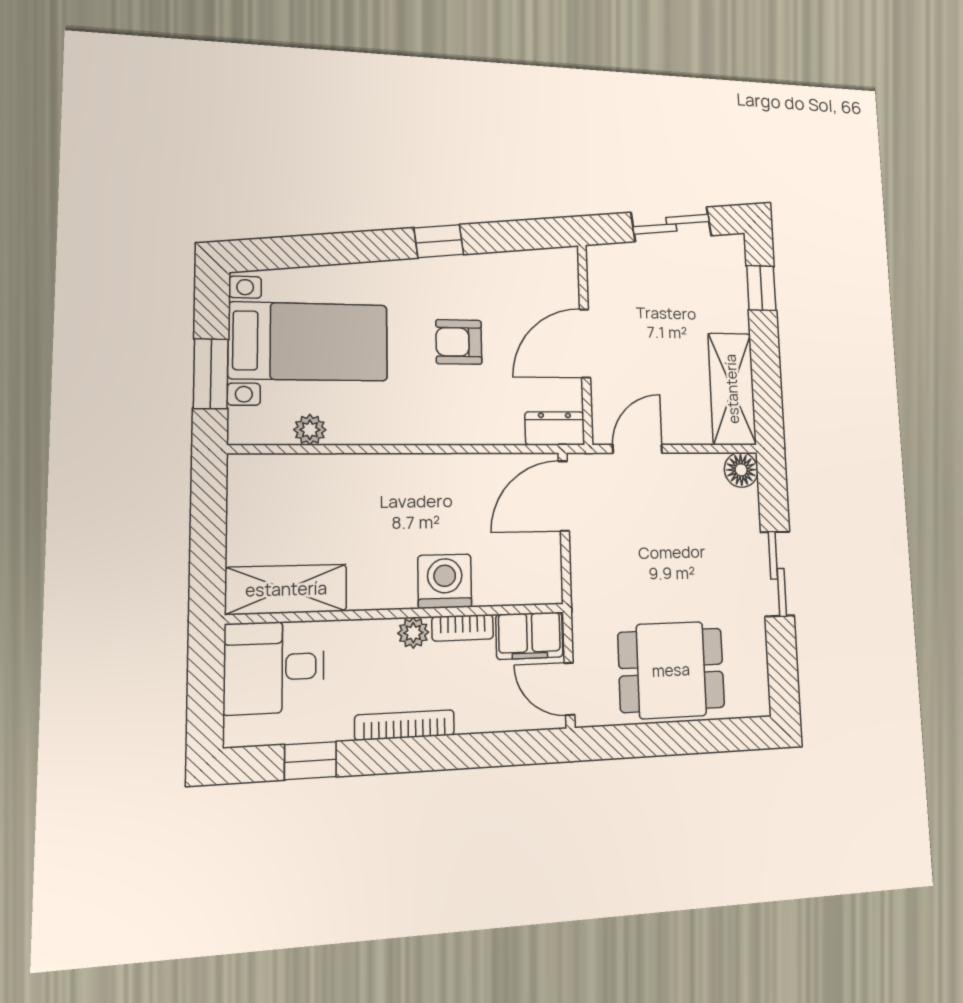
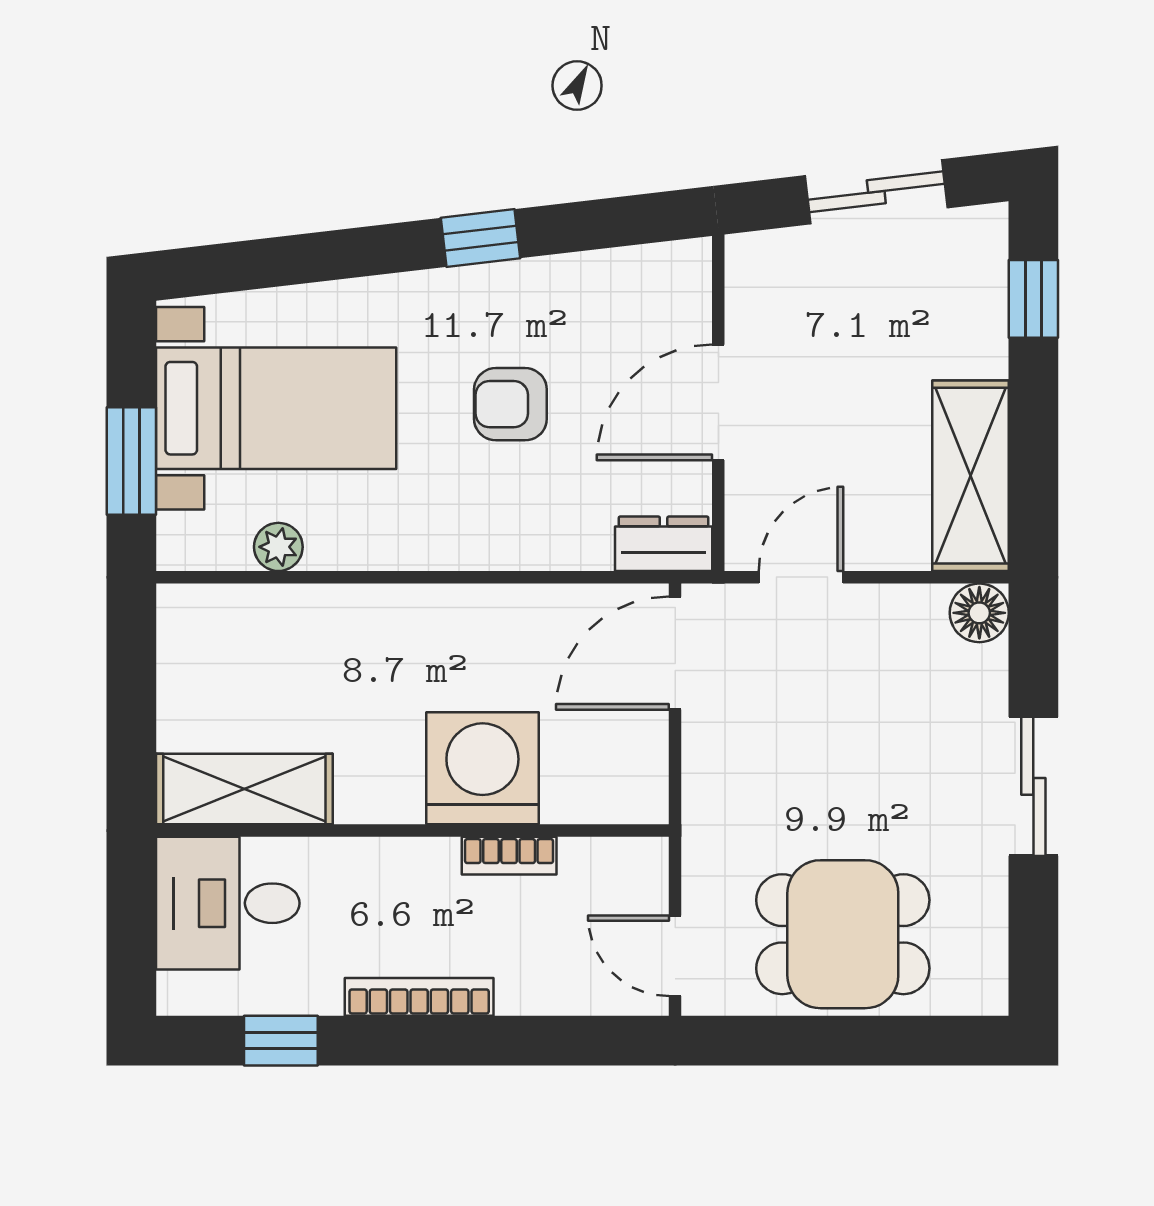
washing machine: (445, 581) -> (482, 768), width x1.37, depth x1.37
plant: (413, 633) -> (433, 860), removed
filing cabinet: (529, 636) -> (614, 872), removed

